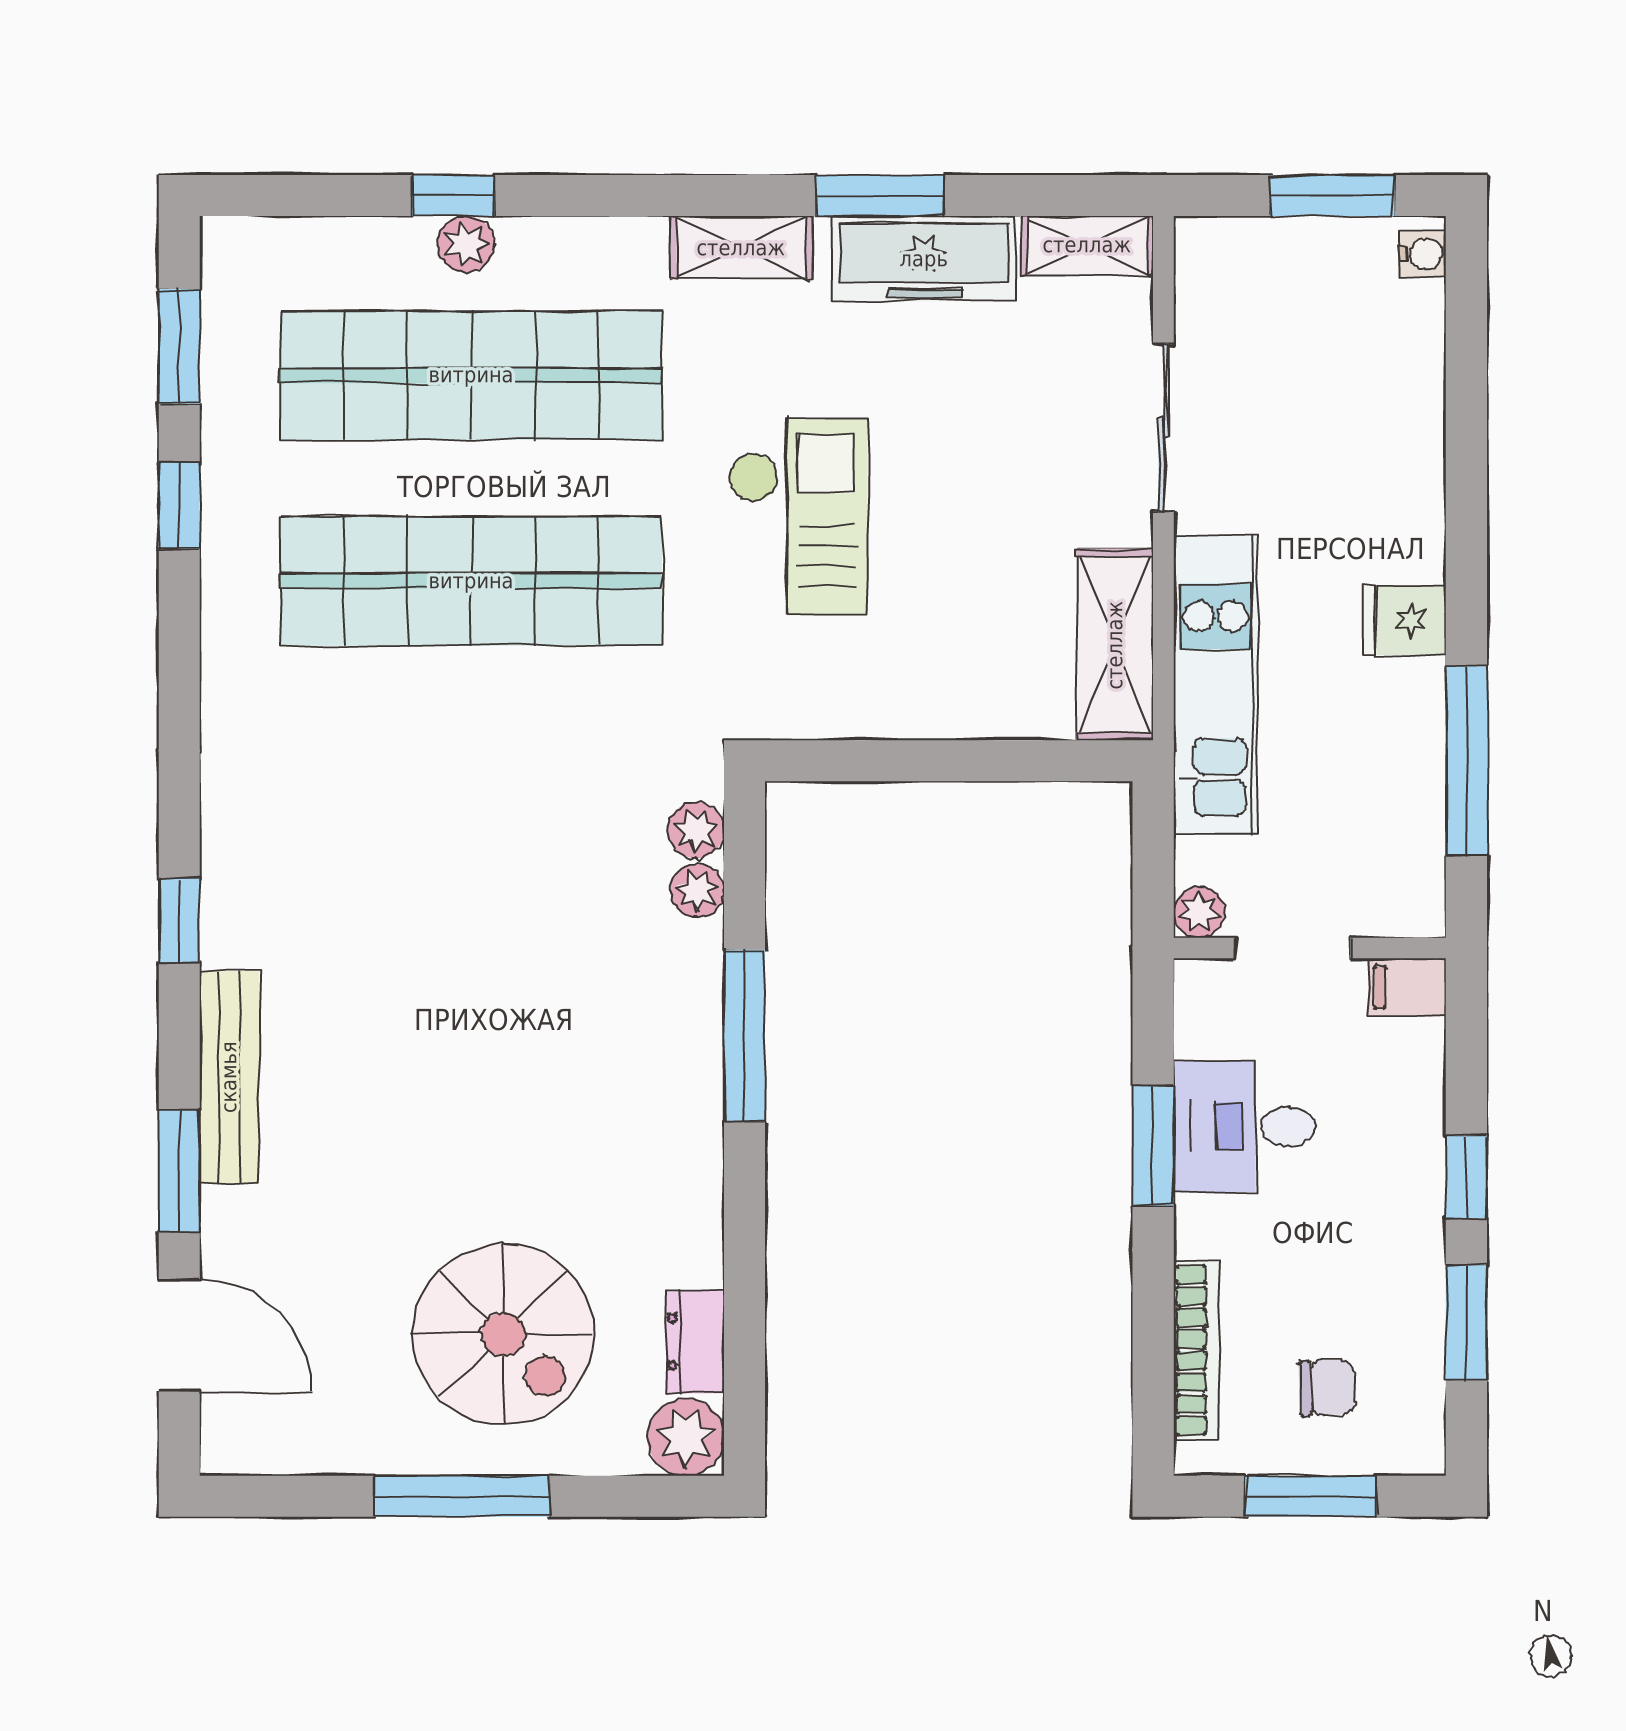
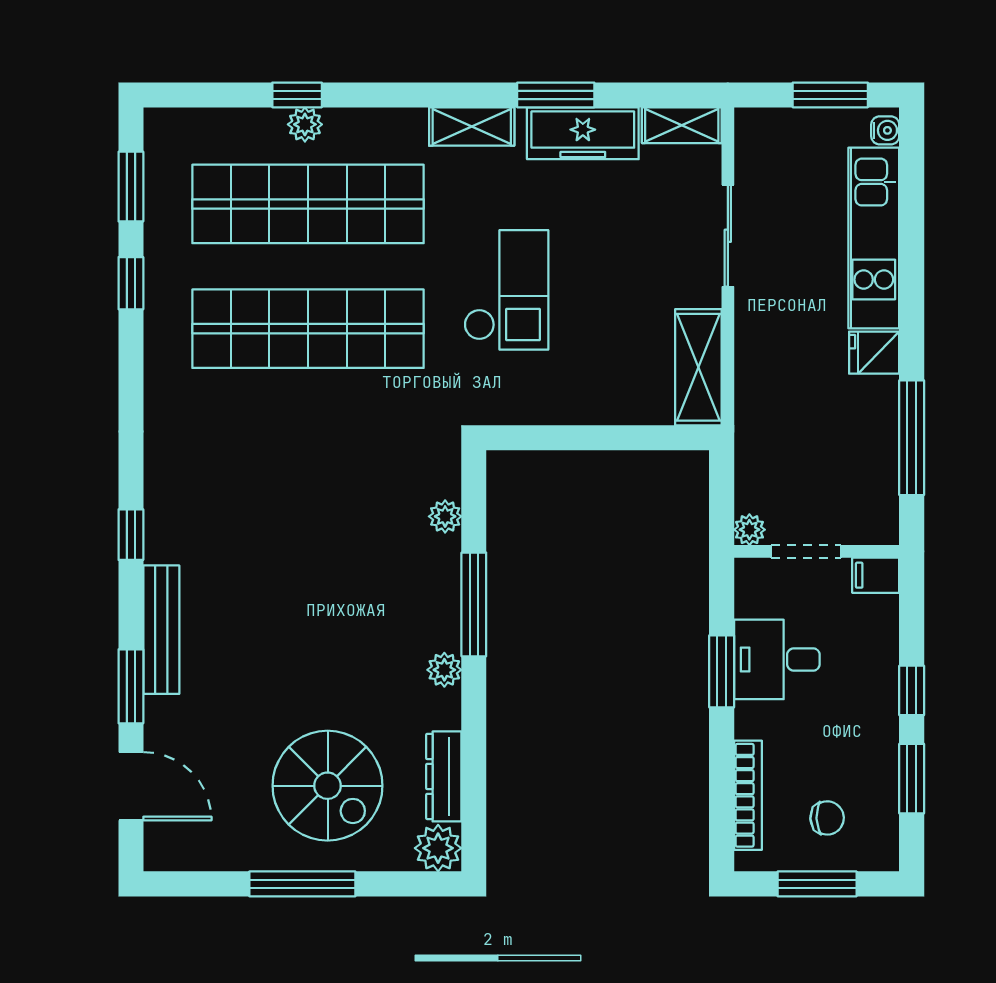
kitchen unit: (1216, 685) -> (874, 238), moved, turned 180
plant: (696, 830) -> (444, 670), moved
dresser: (695, 1342) -> (444, 776), width x1.44

